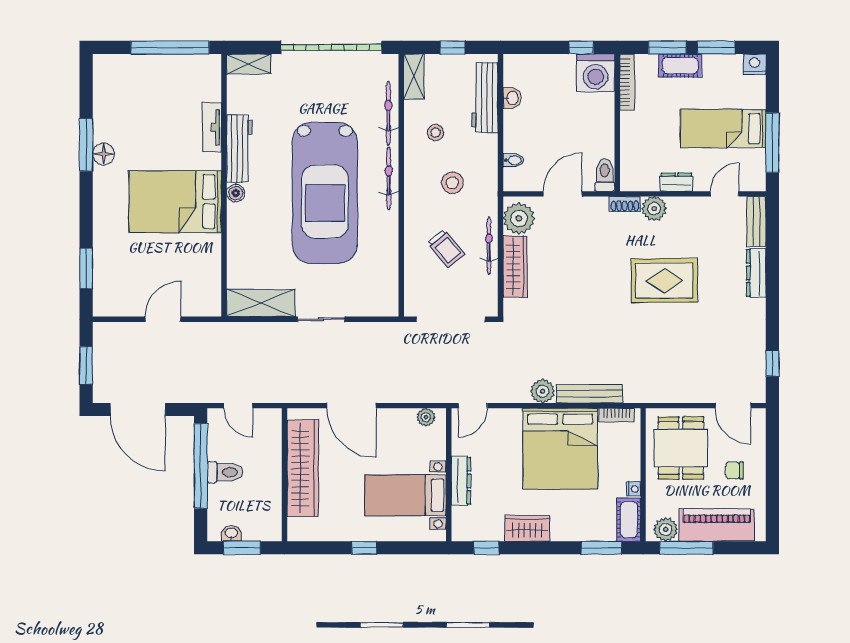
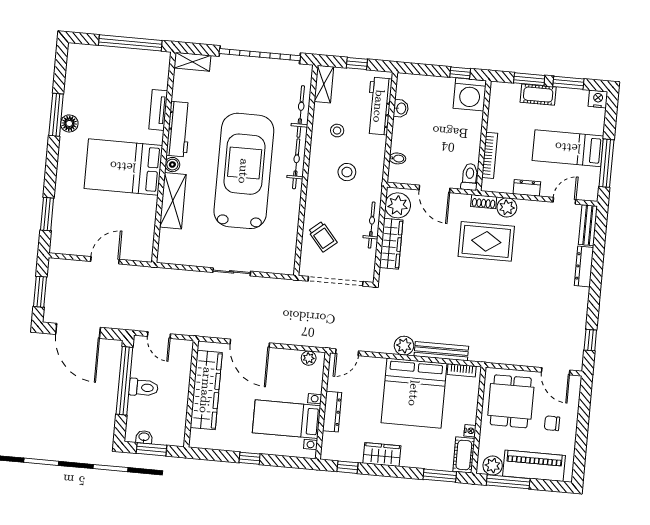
bookcase: (627, 82) -> (490, 155), moved
car: (325, 193) -> (244, 171), turned 180
door: (563, 194) -> (435, 189), swing flipped
trolley: (446, 248) -> (323, 237), moved
rug: (664, 280) -> (486, 241), moved
shelving: (261, 303) -> (173, 201), moved, turned 90

